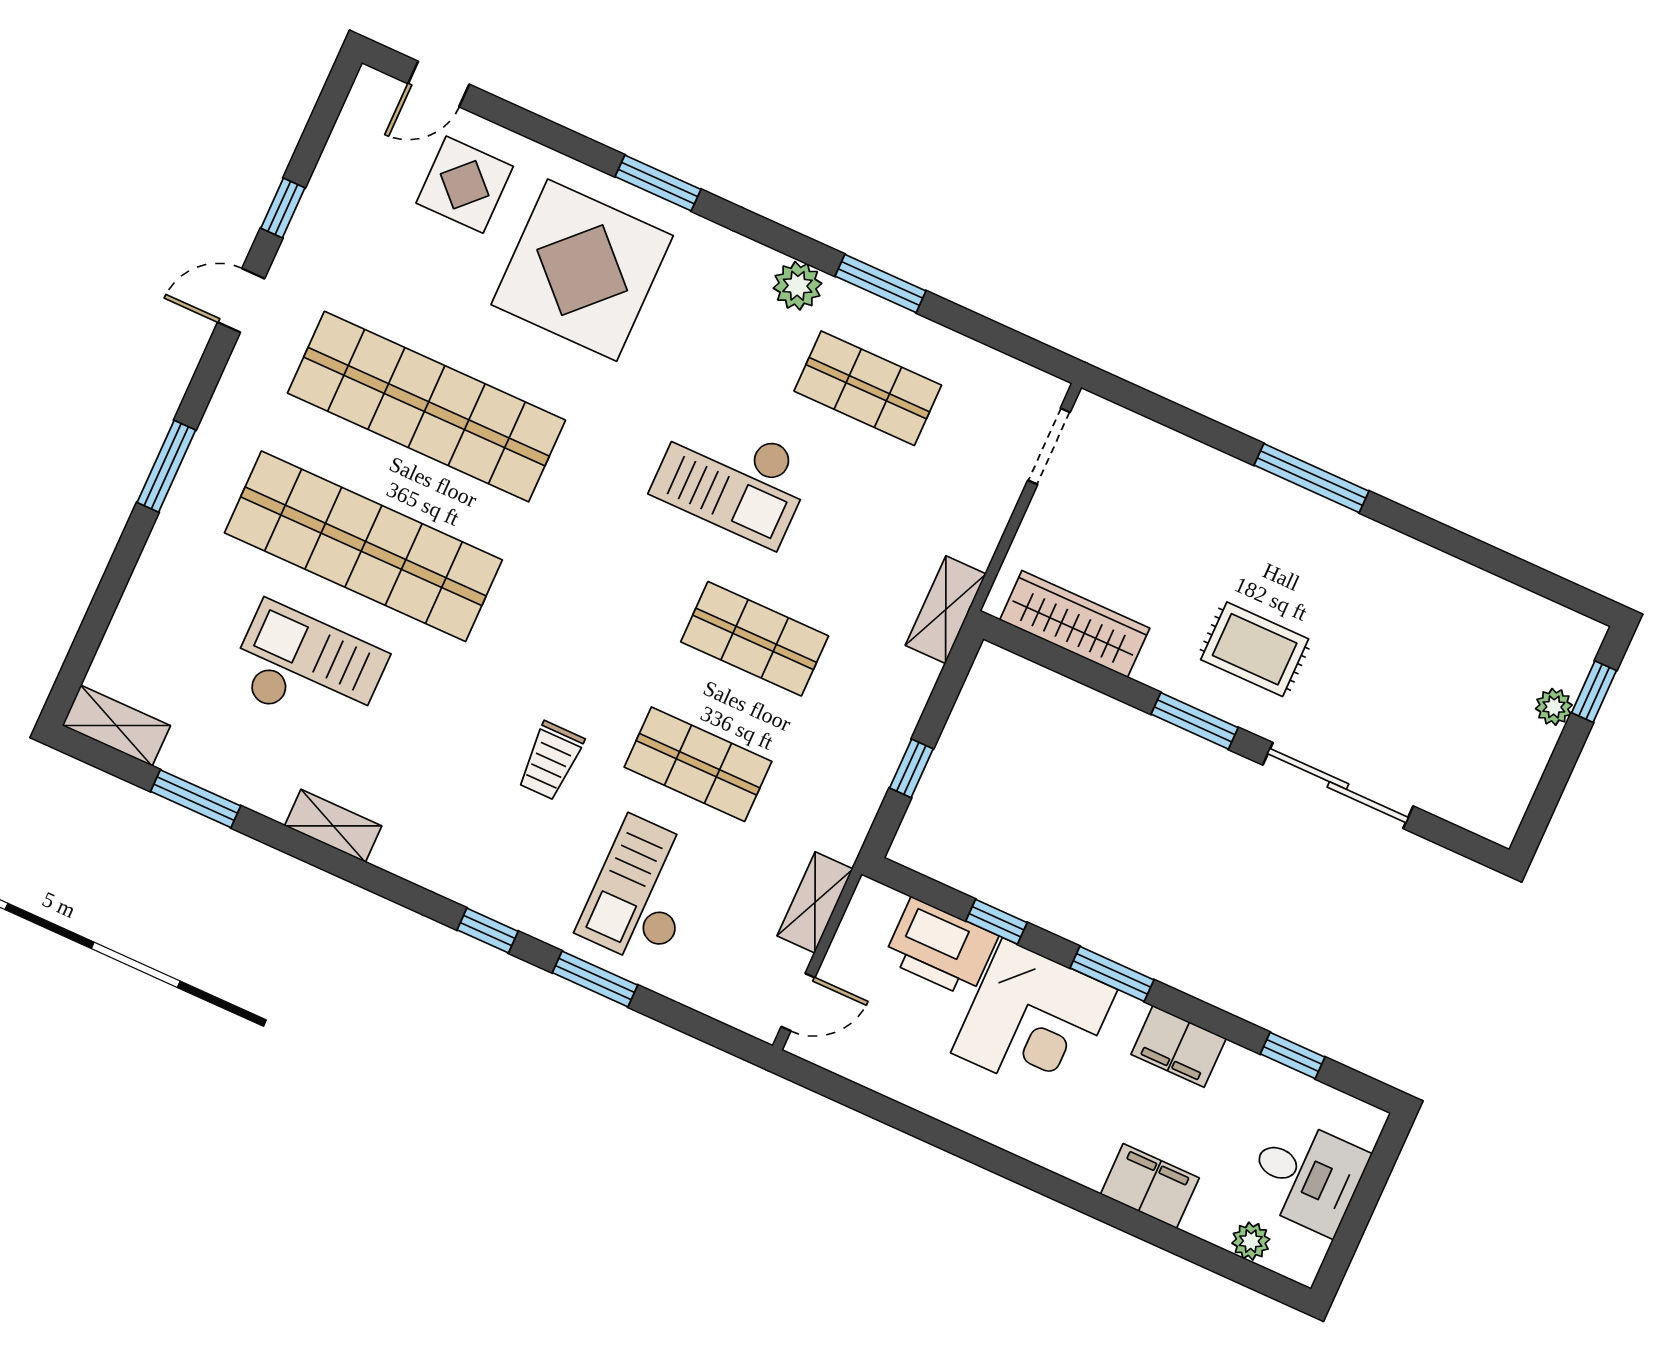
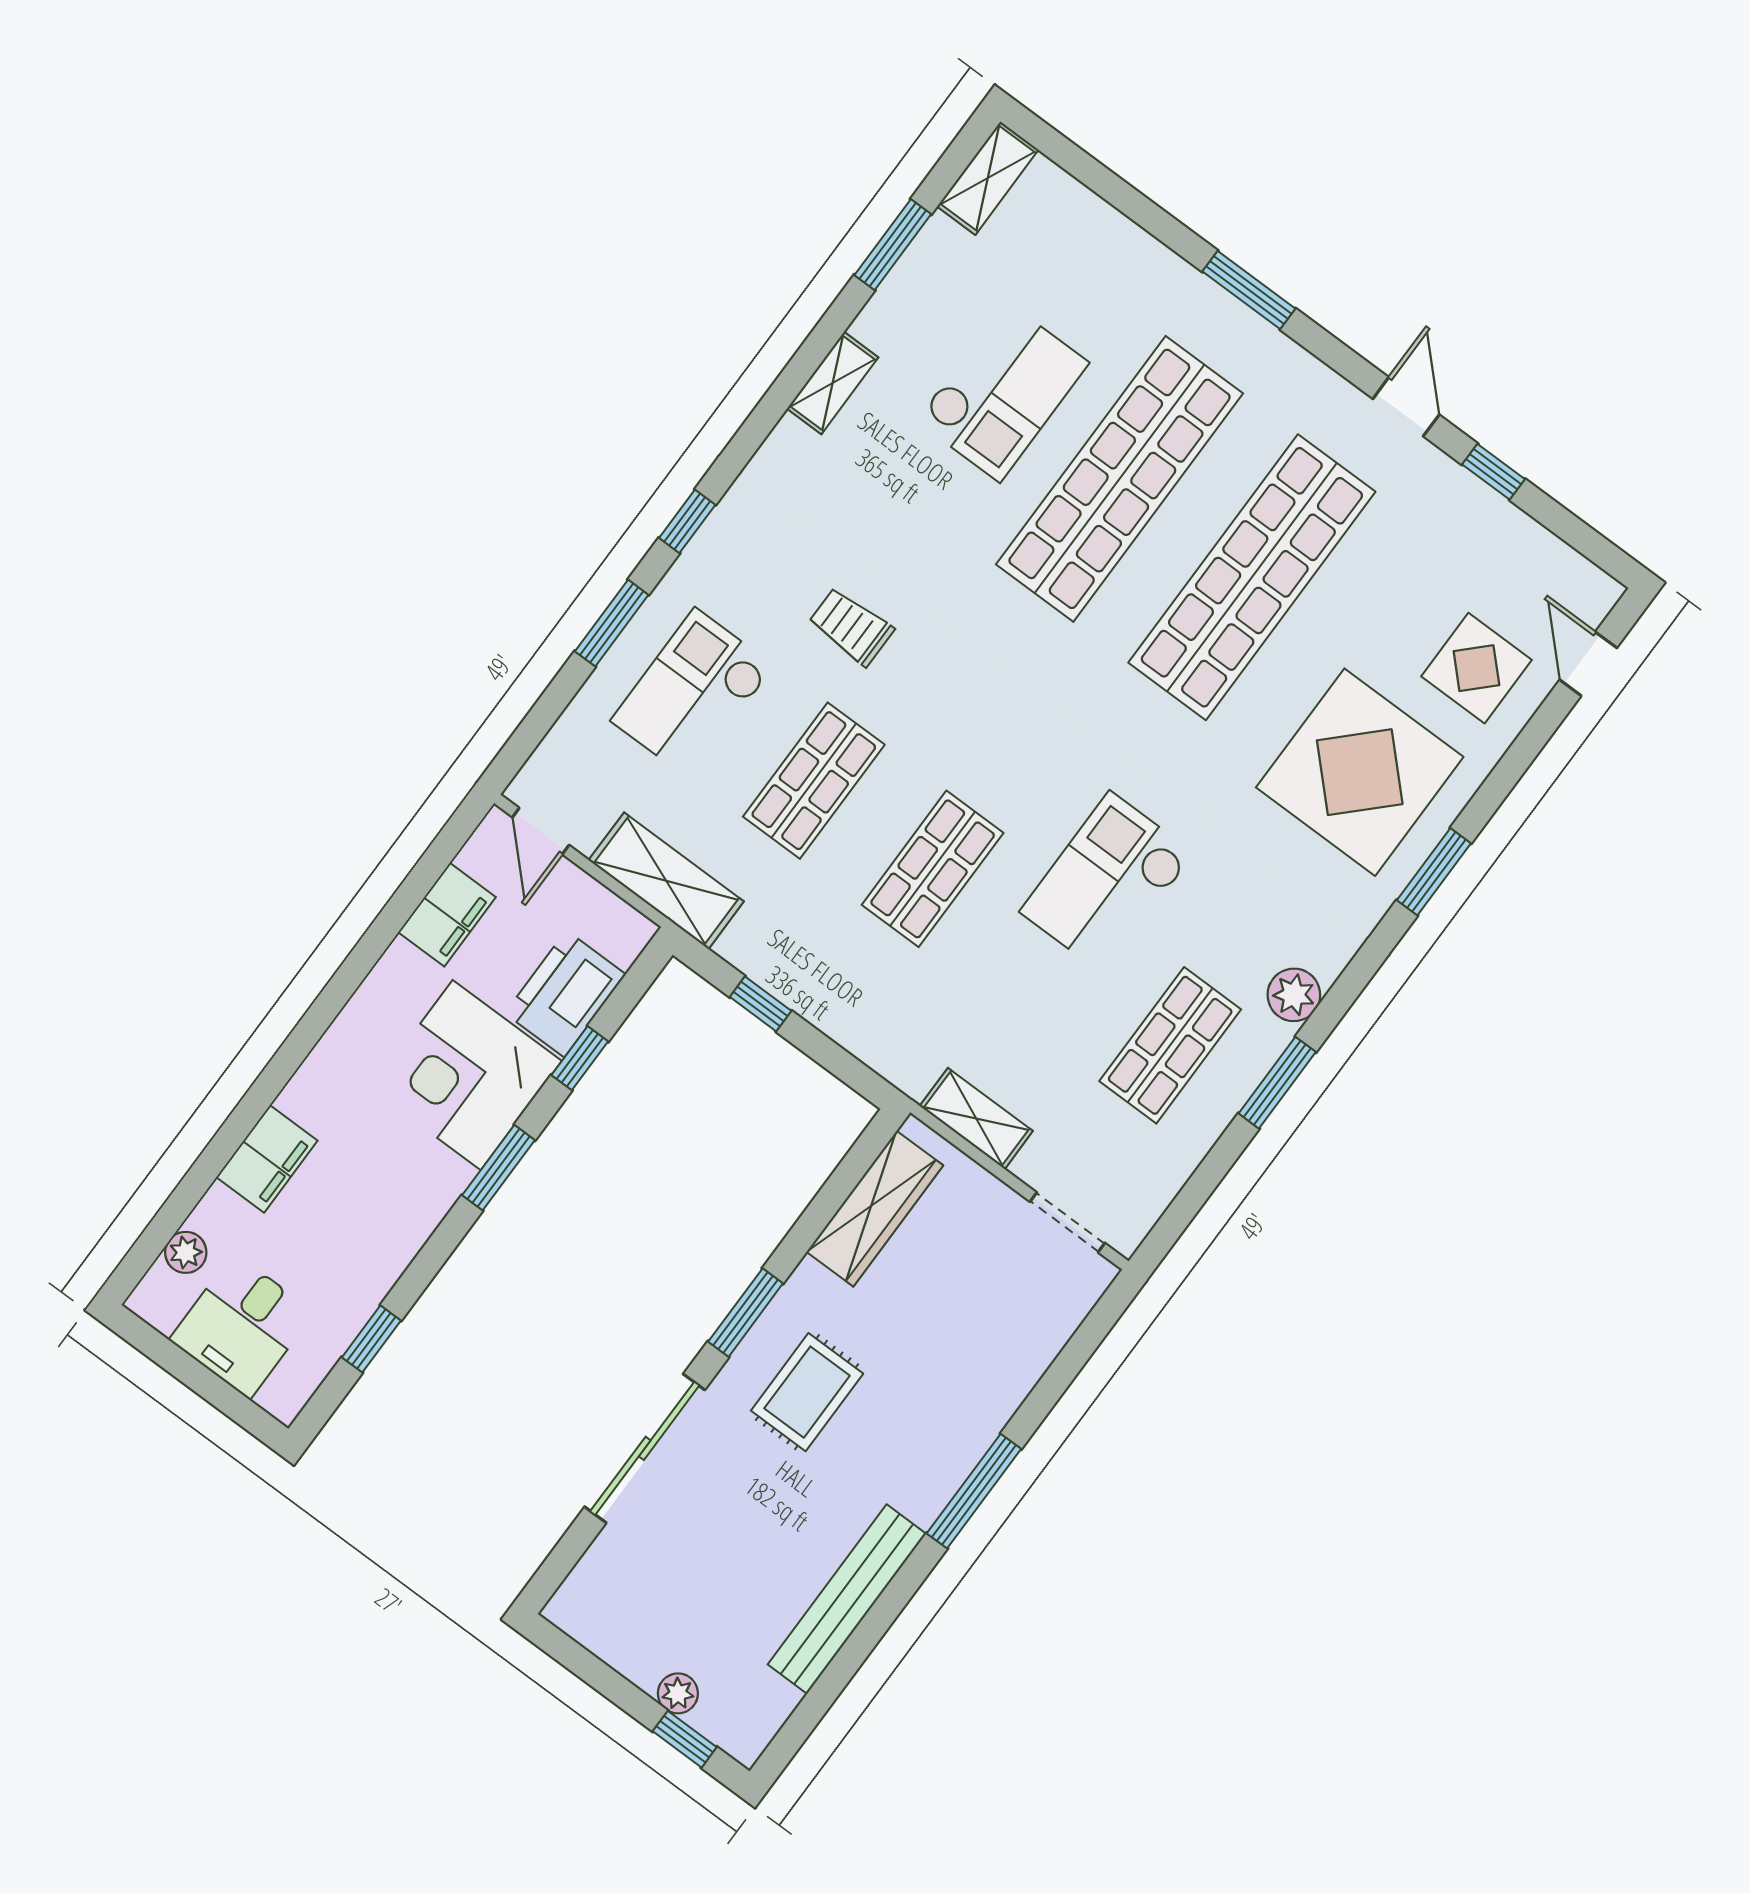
bench: (1435, 572) -> (847, 1599), added
shelving: (946, 610) -> (976, 1119), moved
checkout: (643, 892) -> (692, 694), turned -90
shelving: (815, 902) -> (666, 881), width x1.50, depth x1.33
filing cabinet: (1179, 1046) -> (447, 915), moved, turned 180

